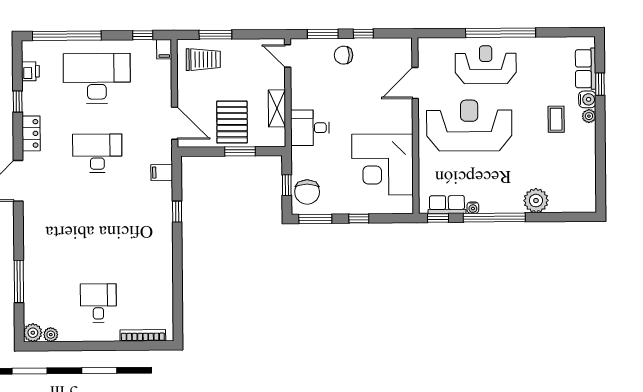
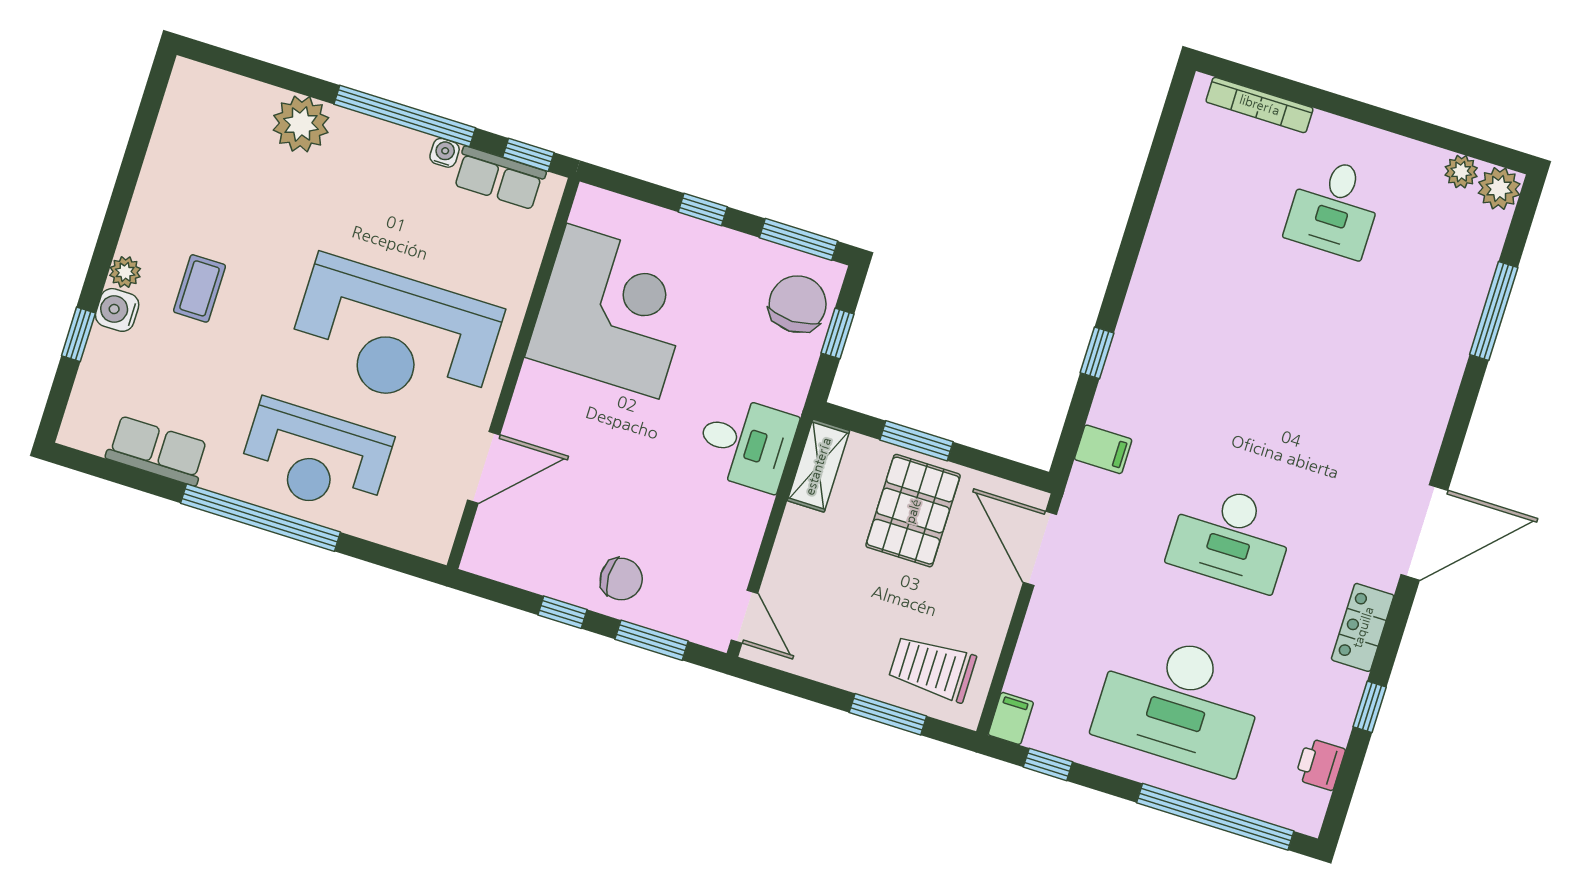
row of seats: (586, 69) -> (157, 451), moved, turned -90
shelving: (277, 108) -> (818, 466), moved

